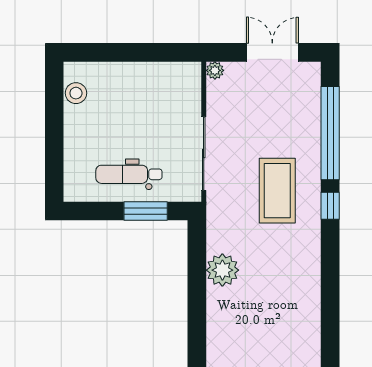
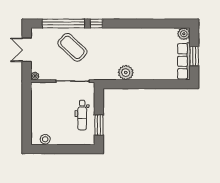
coffee table: (277, 191) -> (72, 47), moved, turned 43
window: (146, 211) -> (99, 125), moved

